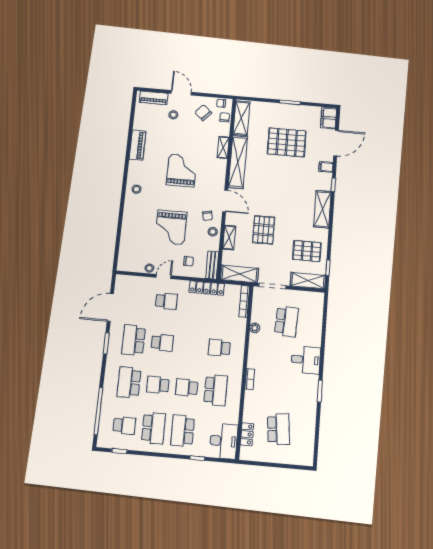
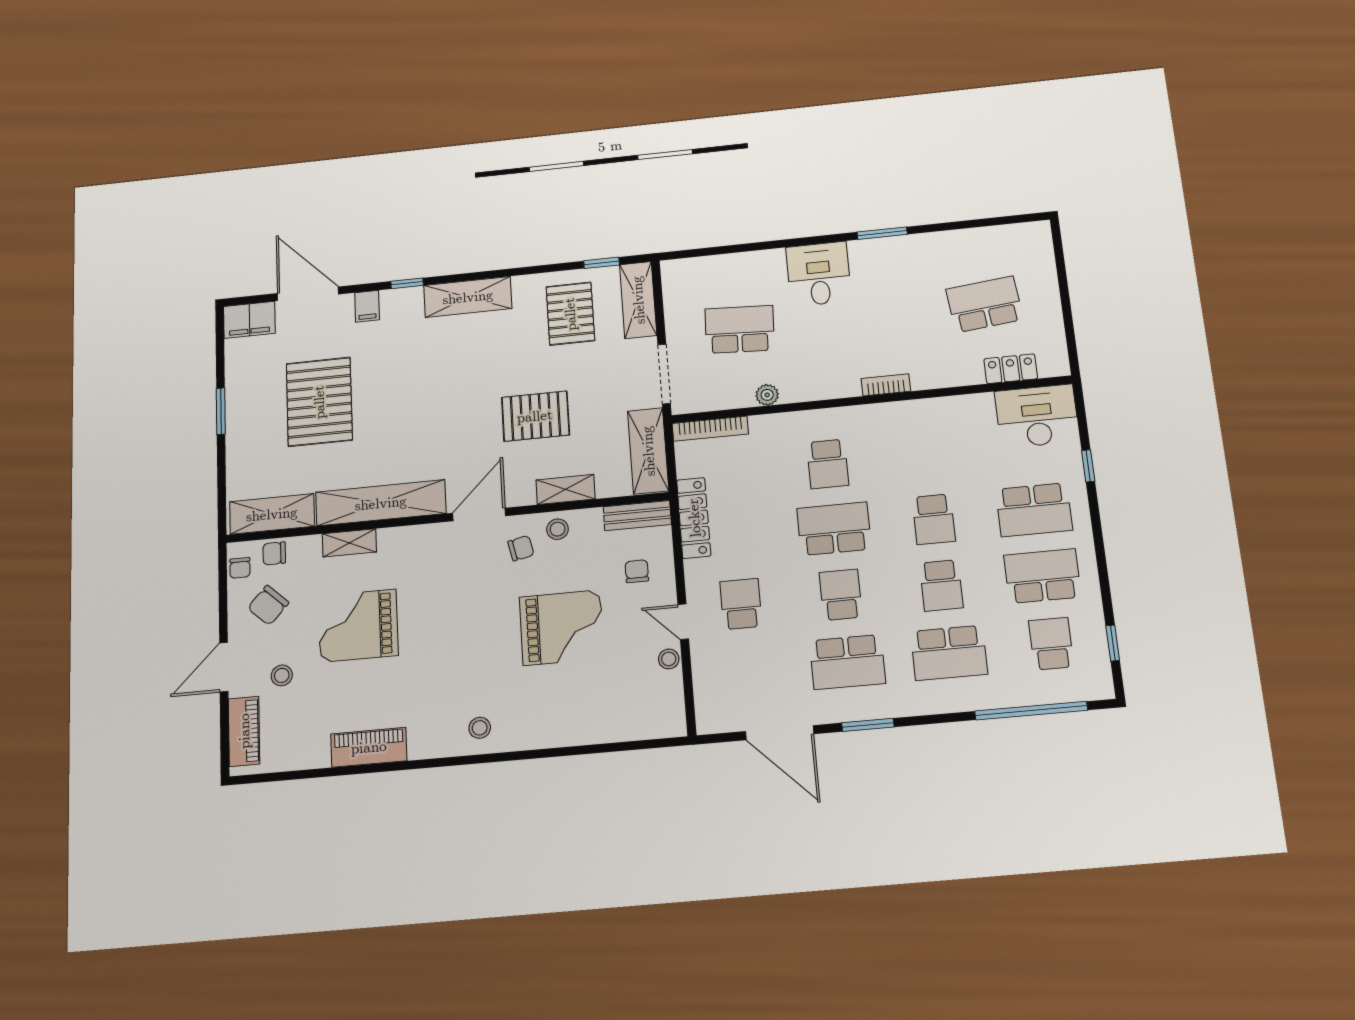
grand piano: (182, 171) -> (358, 626), moved
school desk: (216, 390) -> (834, 529), moved

